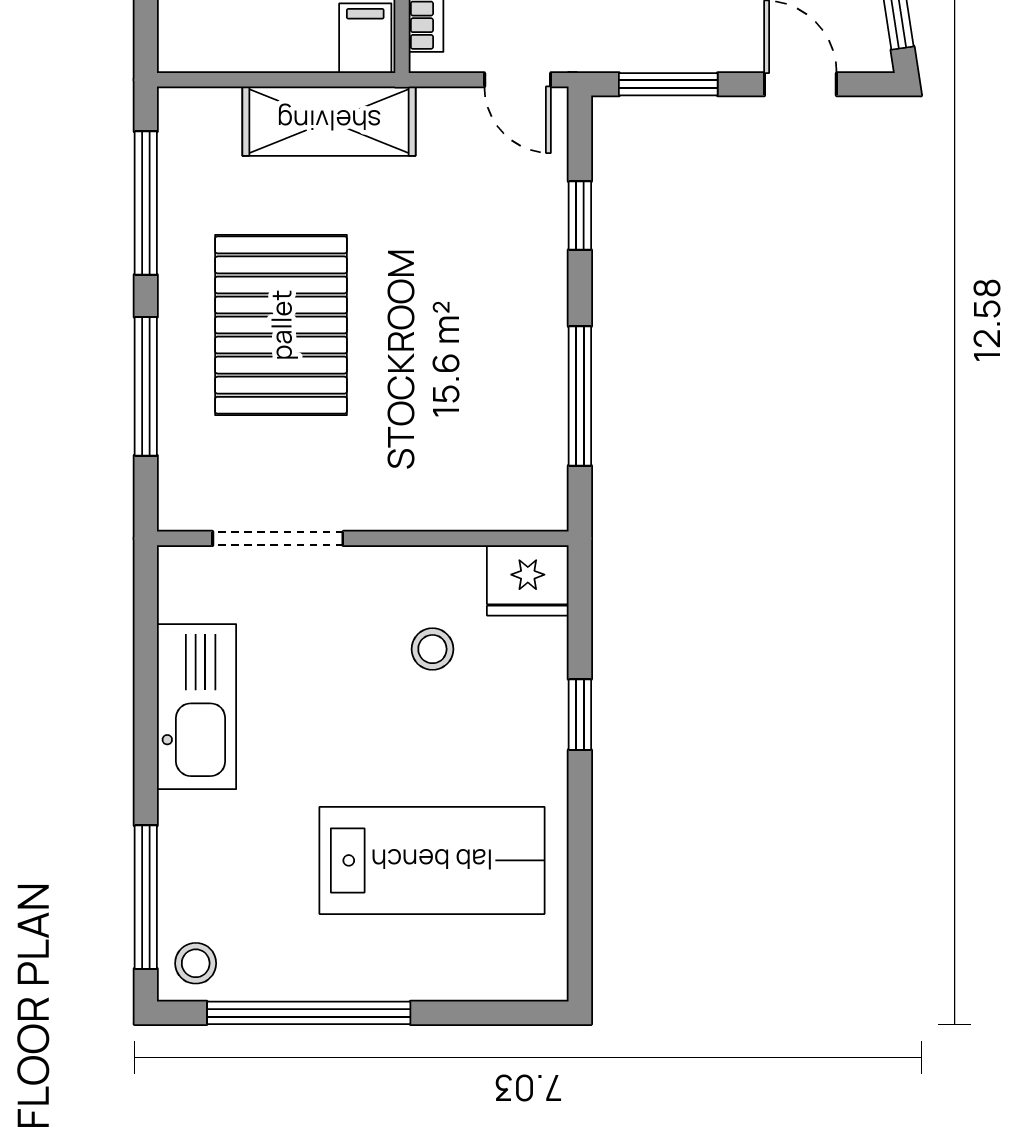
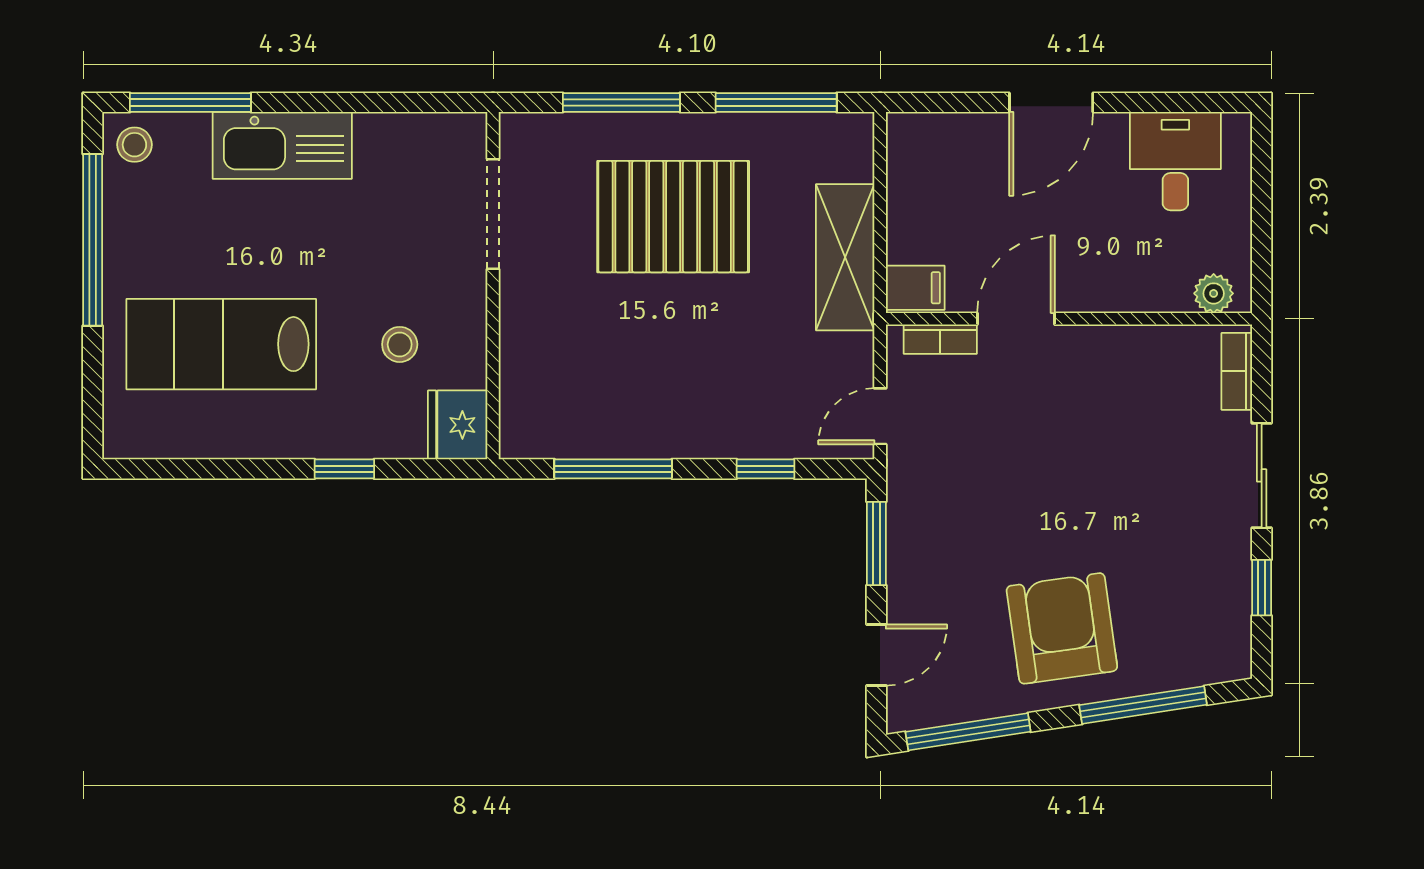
kitchen sink: (197, 707) -> (282, 145), moved
lab bench: (432, 860) -> (221, 344), turned 90

